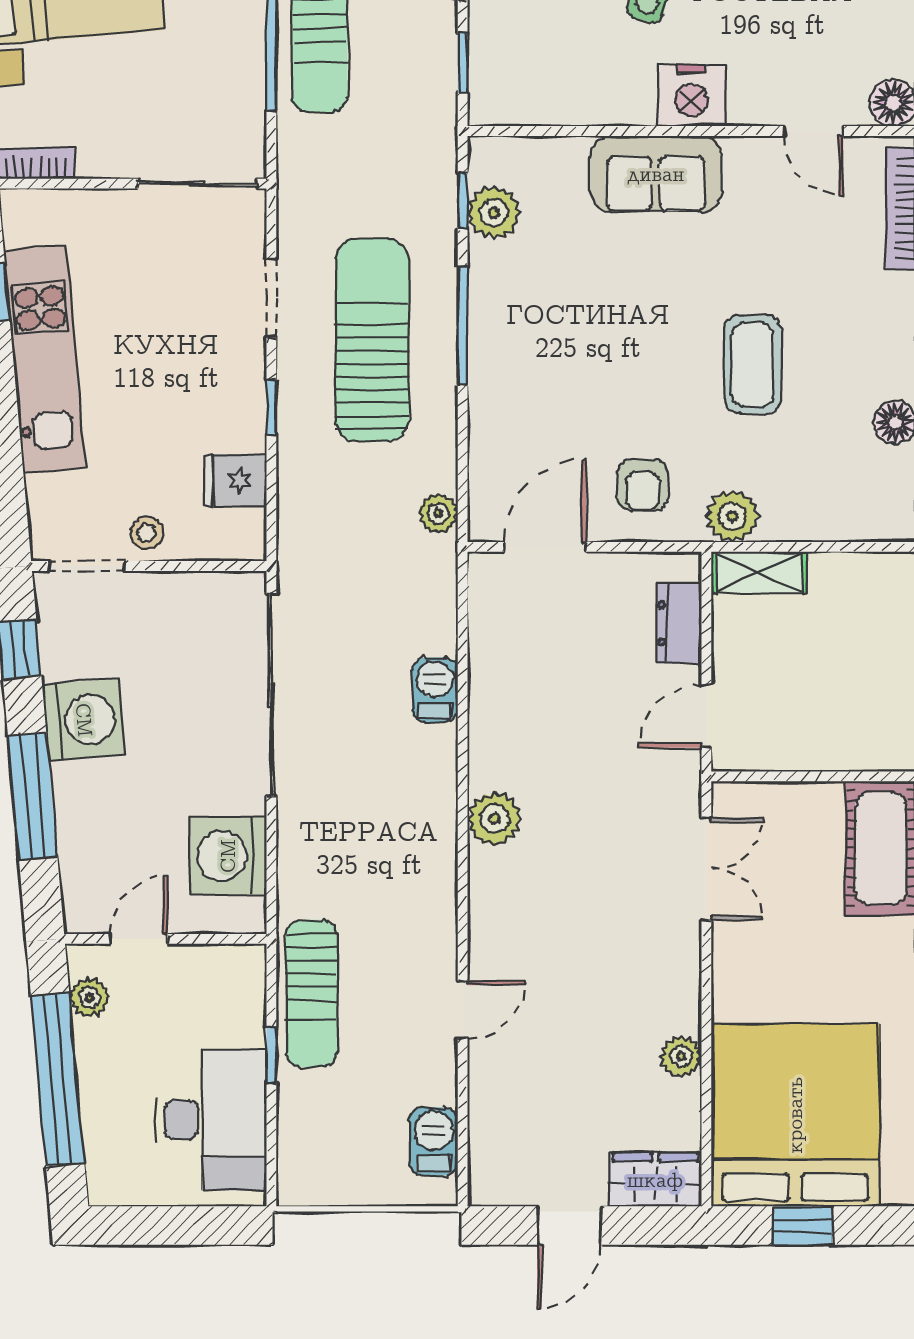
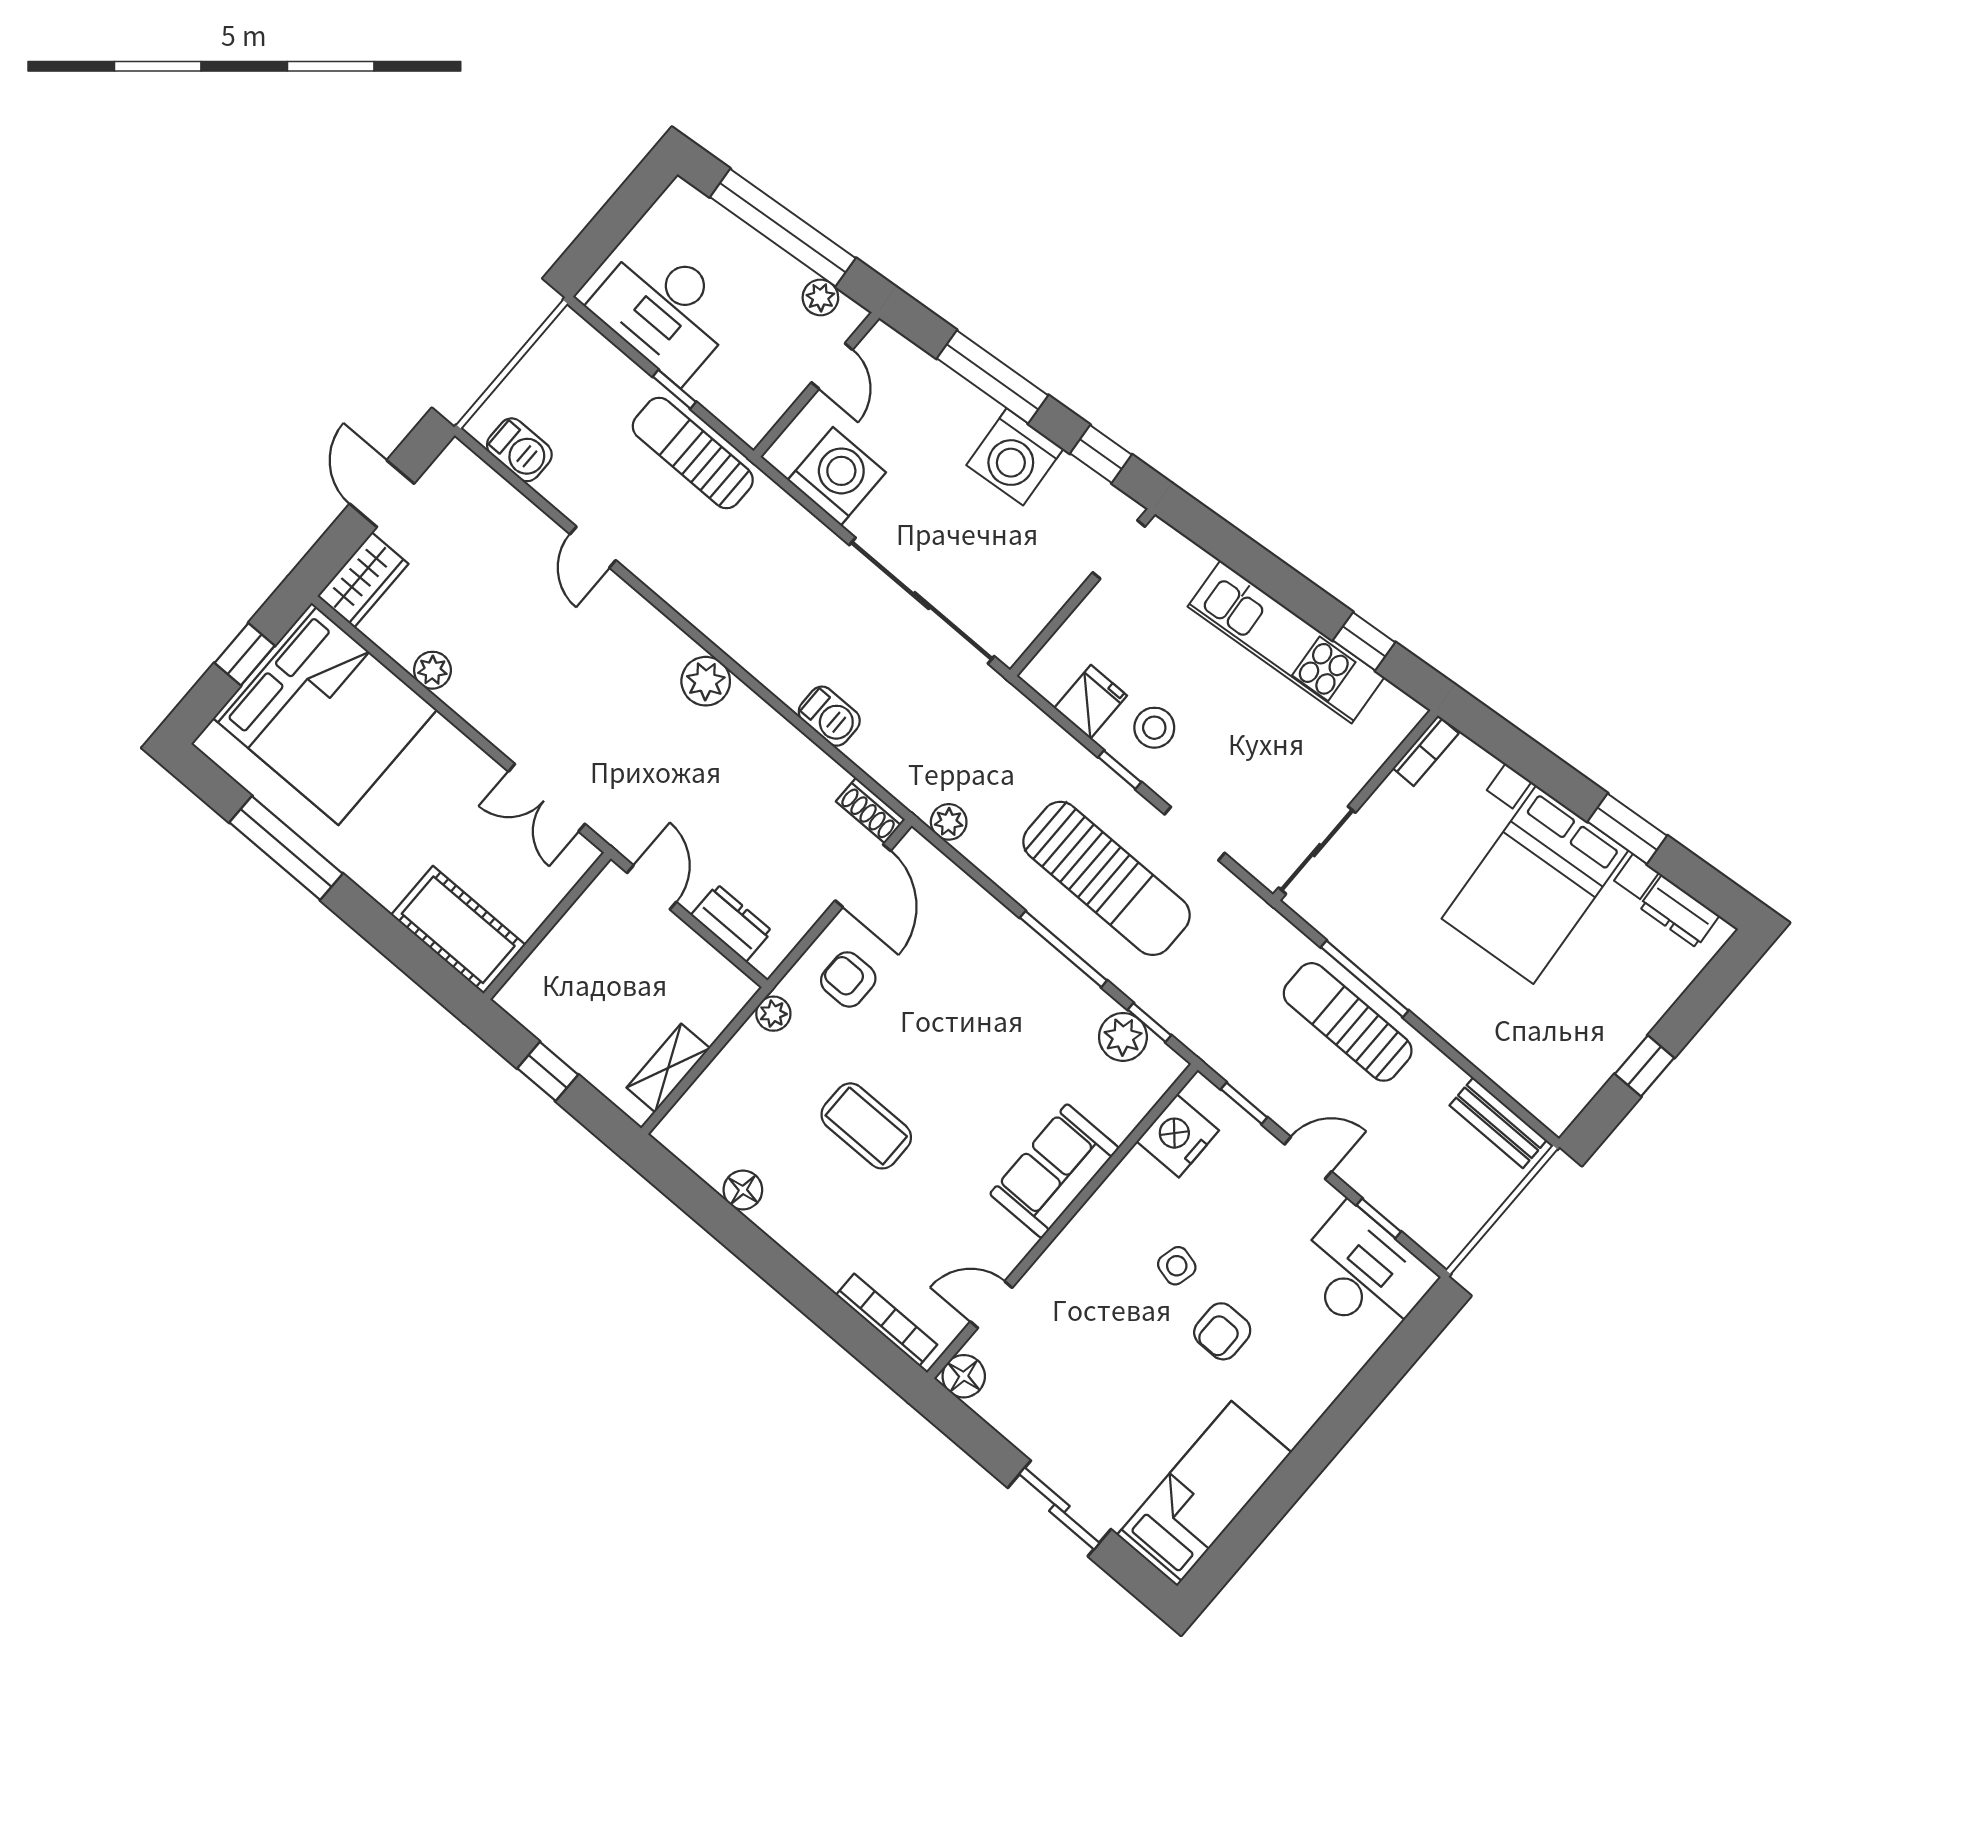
nightstand: (692, 95) -> (1178, 1136), moved
plant: (732, 516) -> (773, 1014), width x0.73, depth x0.73
stool: (147, 533) -> (1154, 728), moved, width x1.37, depth x1.37
shelving: (759, 573) -> (668, 1068), moved
shoe rack: (485, 587) -> (870, 811), added

